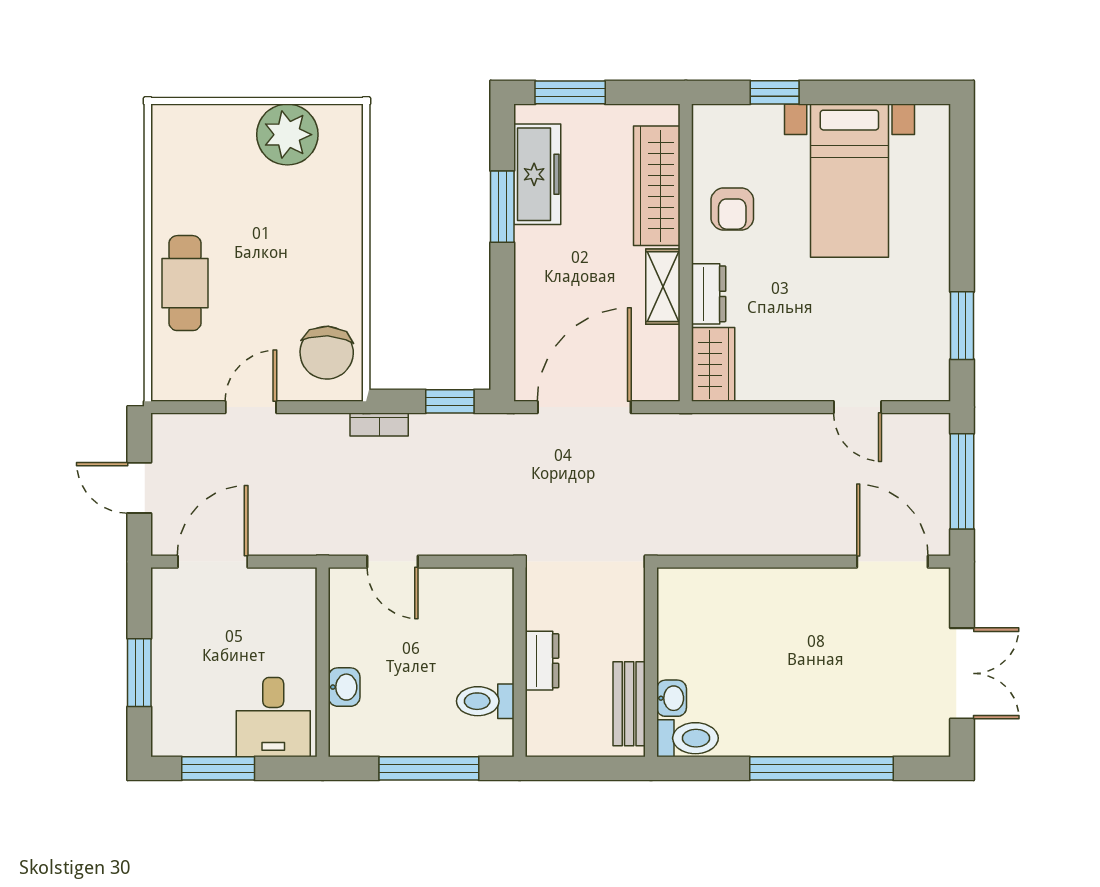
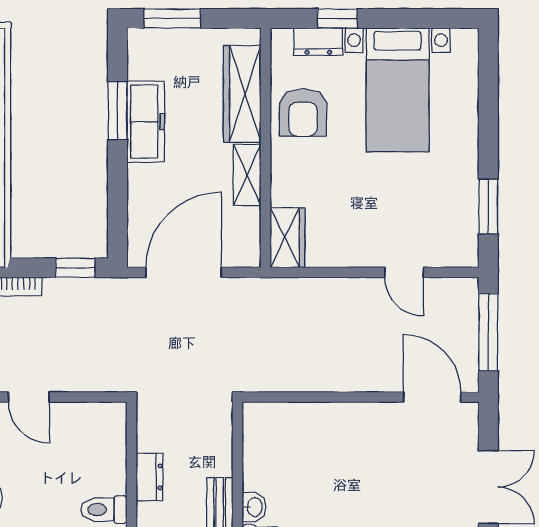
freezer: (537, 174) -> (146, 122), moved
armchair: (732, 209) -> (303, 113), width x1.38, depth x1.38
dresser: (709, 294) -> (318, 42), moved, turned 90

